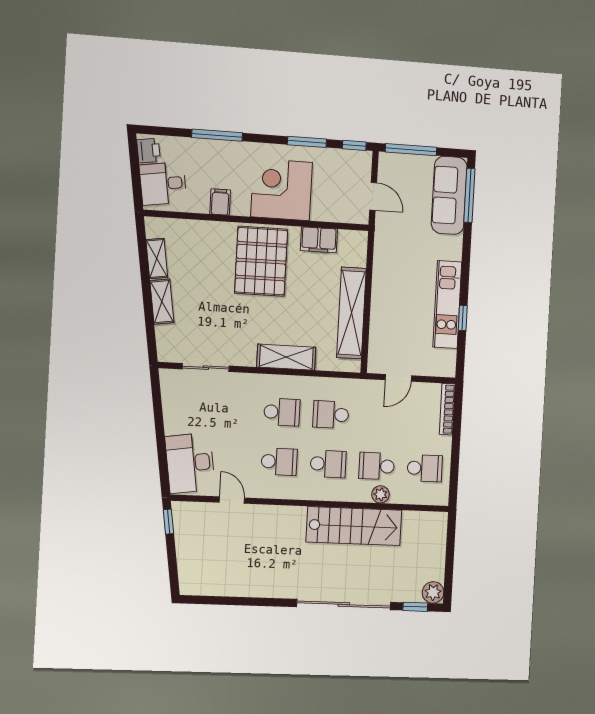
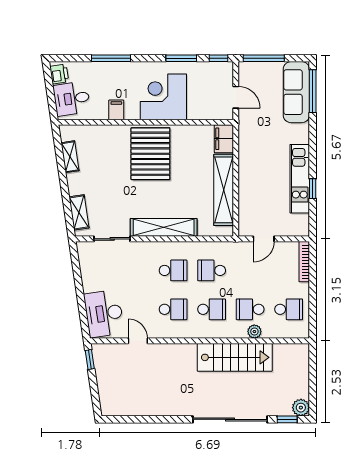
filing cabinet: (319, 240) -> (224, 139), moved, turned 90
shelving: (162, 302) -> (79, 212), moved
shelving: (286, 357) -> (164, 227), width x1.47

